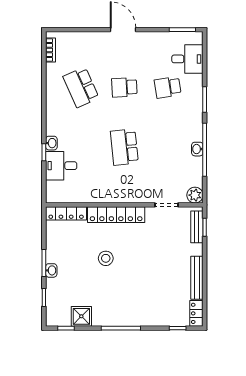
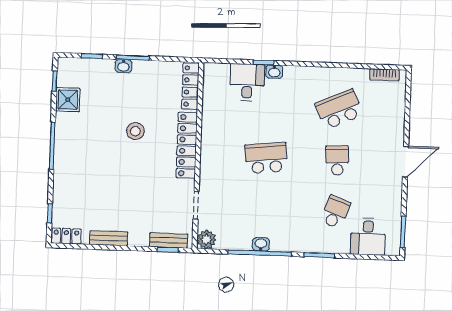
school desk: (168, 87) -> (335, 212), turned 30
bench: (197, 278) -> (109, 238), width x0.73

